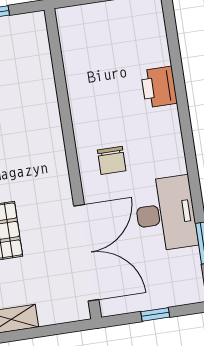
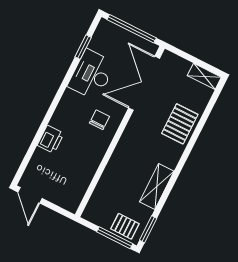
window: (155, 314) -> (132, 29), width x3.17

